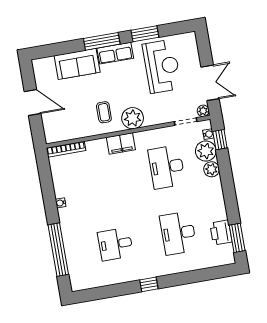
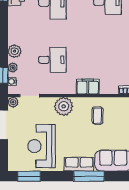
window: (145, 34) -> (29, 176), moved
plant: (133, 118) -> (64, 106), moved
plant: (206, 151) -> (13, 68), width x0.53, depth x0.53
desk: (167, 167) -> (52, 60), width x0.73

